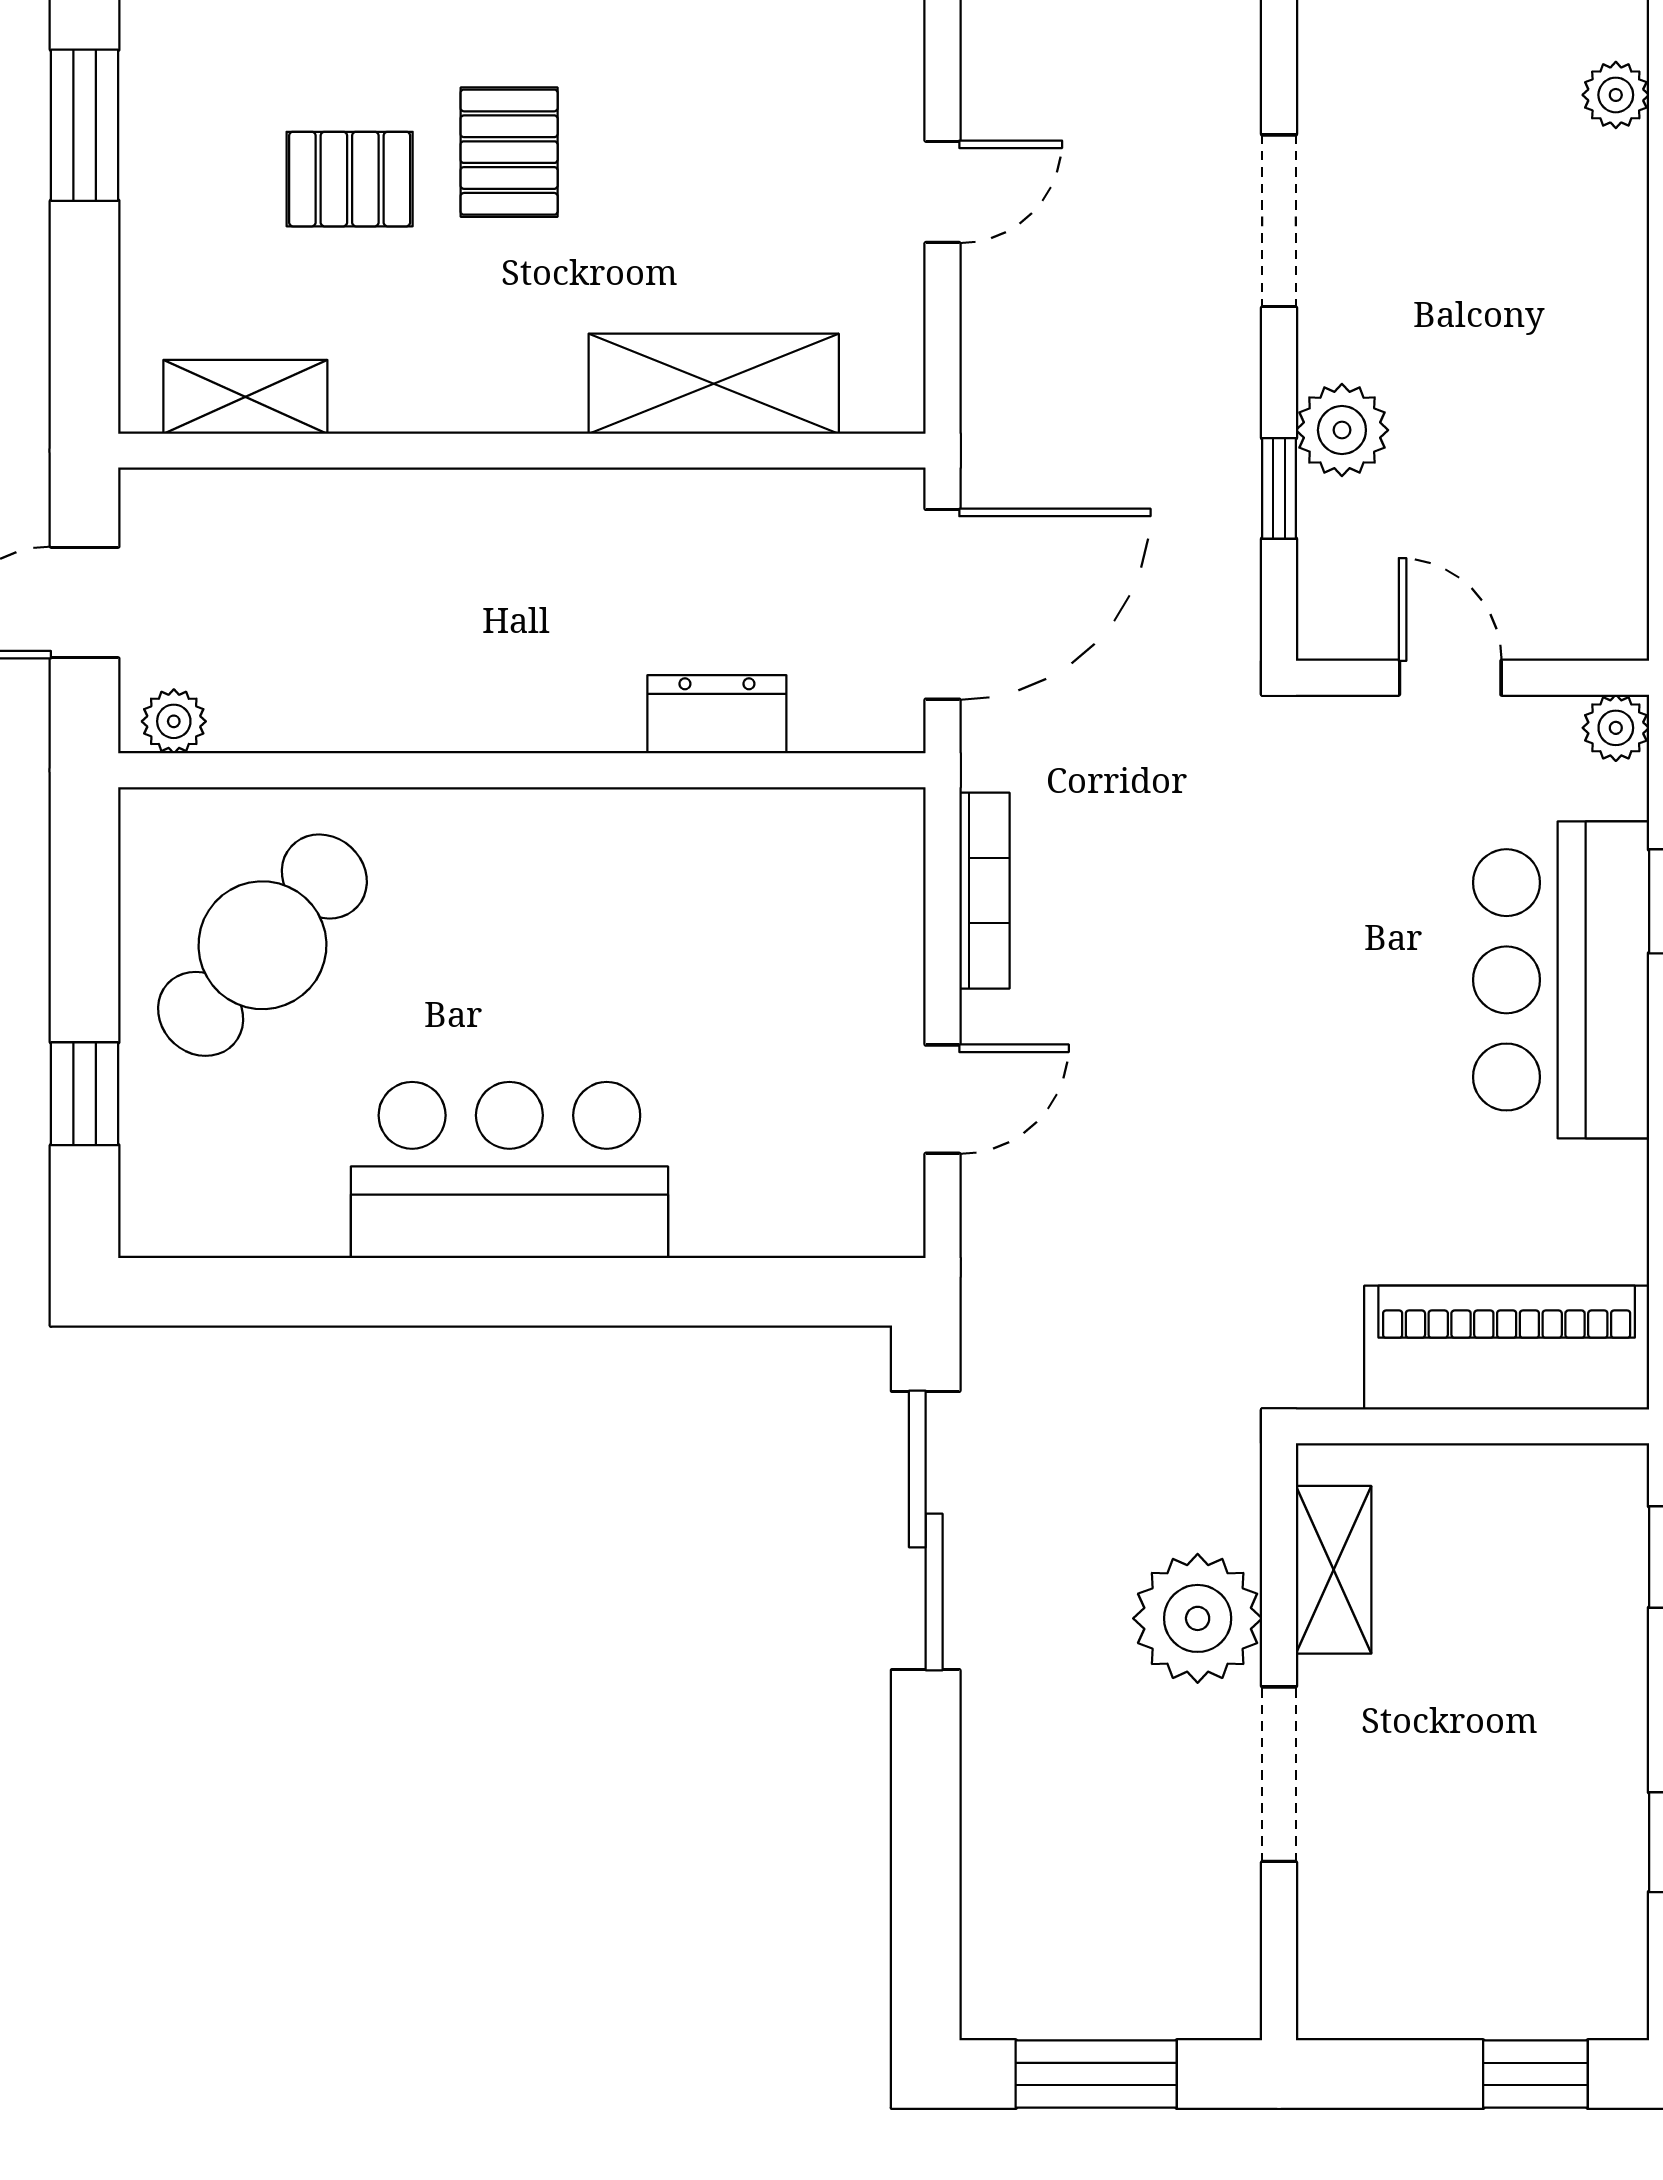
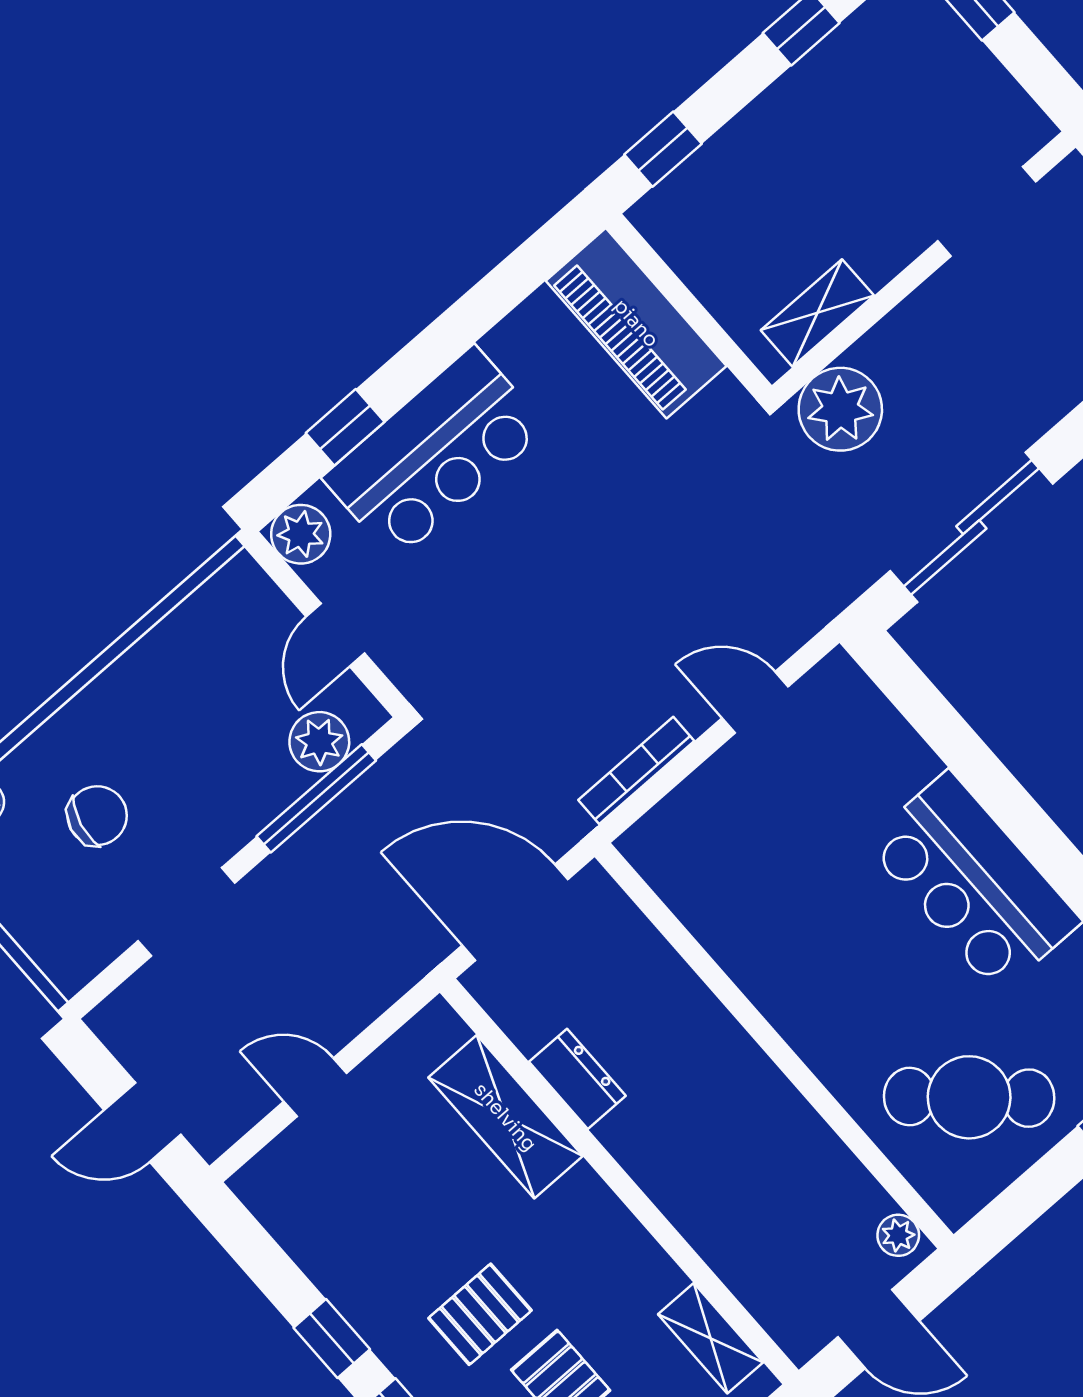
chair: (1483, 215) -> (97, 816), added
plant: (1342, 430) -> (319, 742), moved
window: (1279, 488) -> (316, 798), width x2.17
dresser: (717, 714) -> (577, 1079), moved, turned 180
plant: (1616, 728) -> (301, 534), width x1.38, depth x1.38
plant: (1198, 1618) -> (840, 409), moved
doorway: (1279, 1774) -> (987, 211), moved

